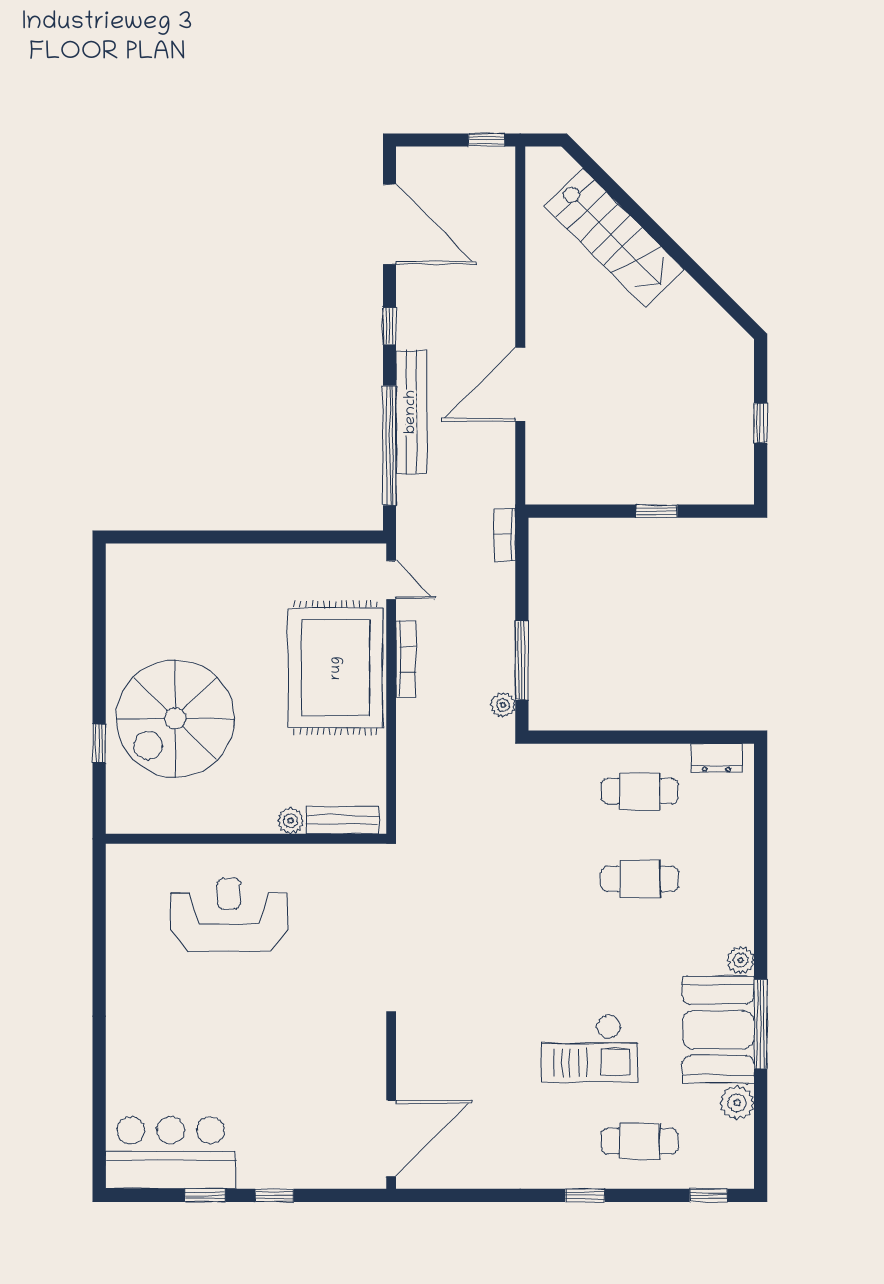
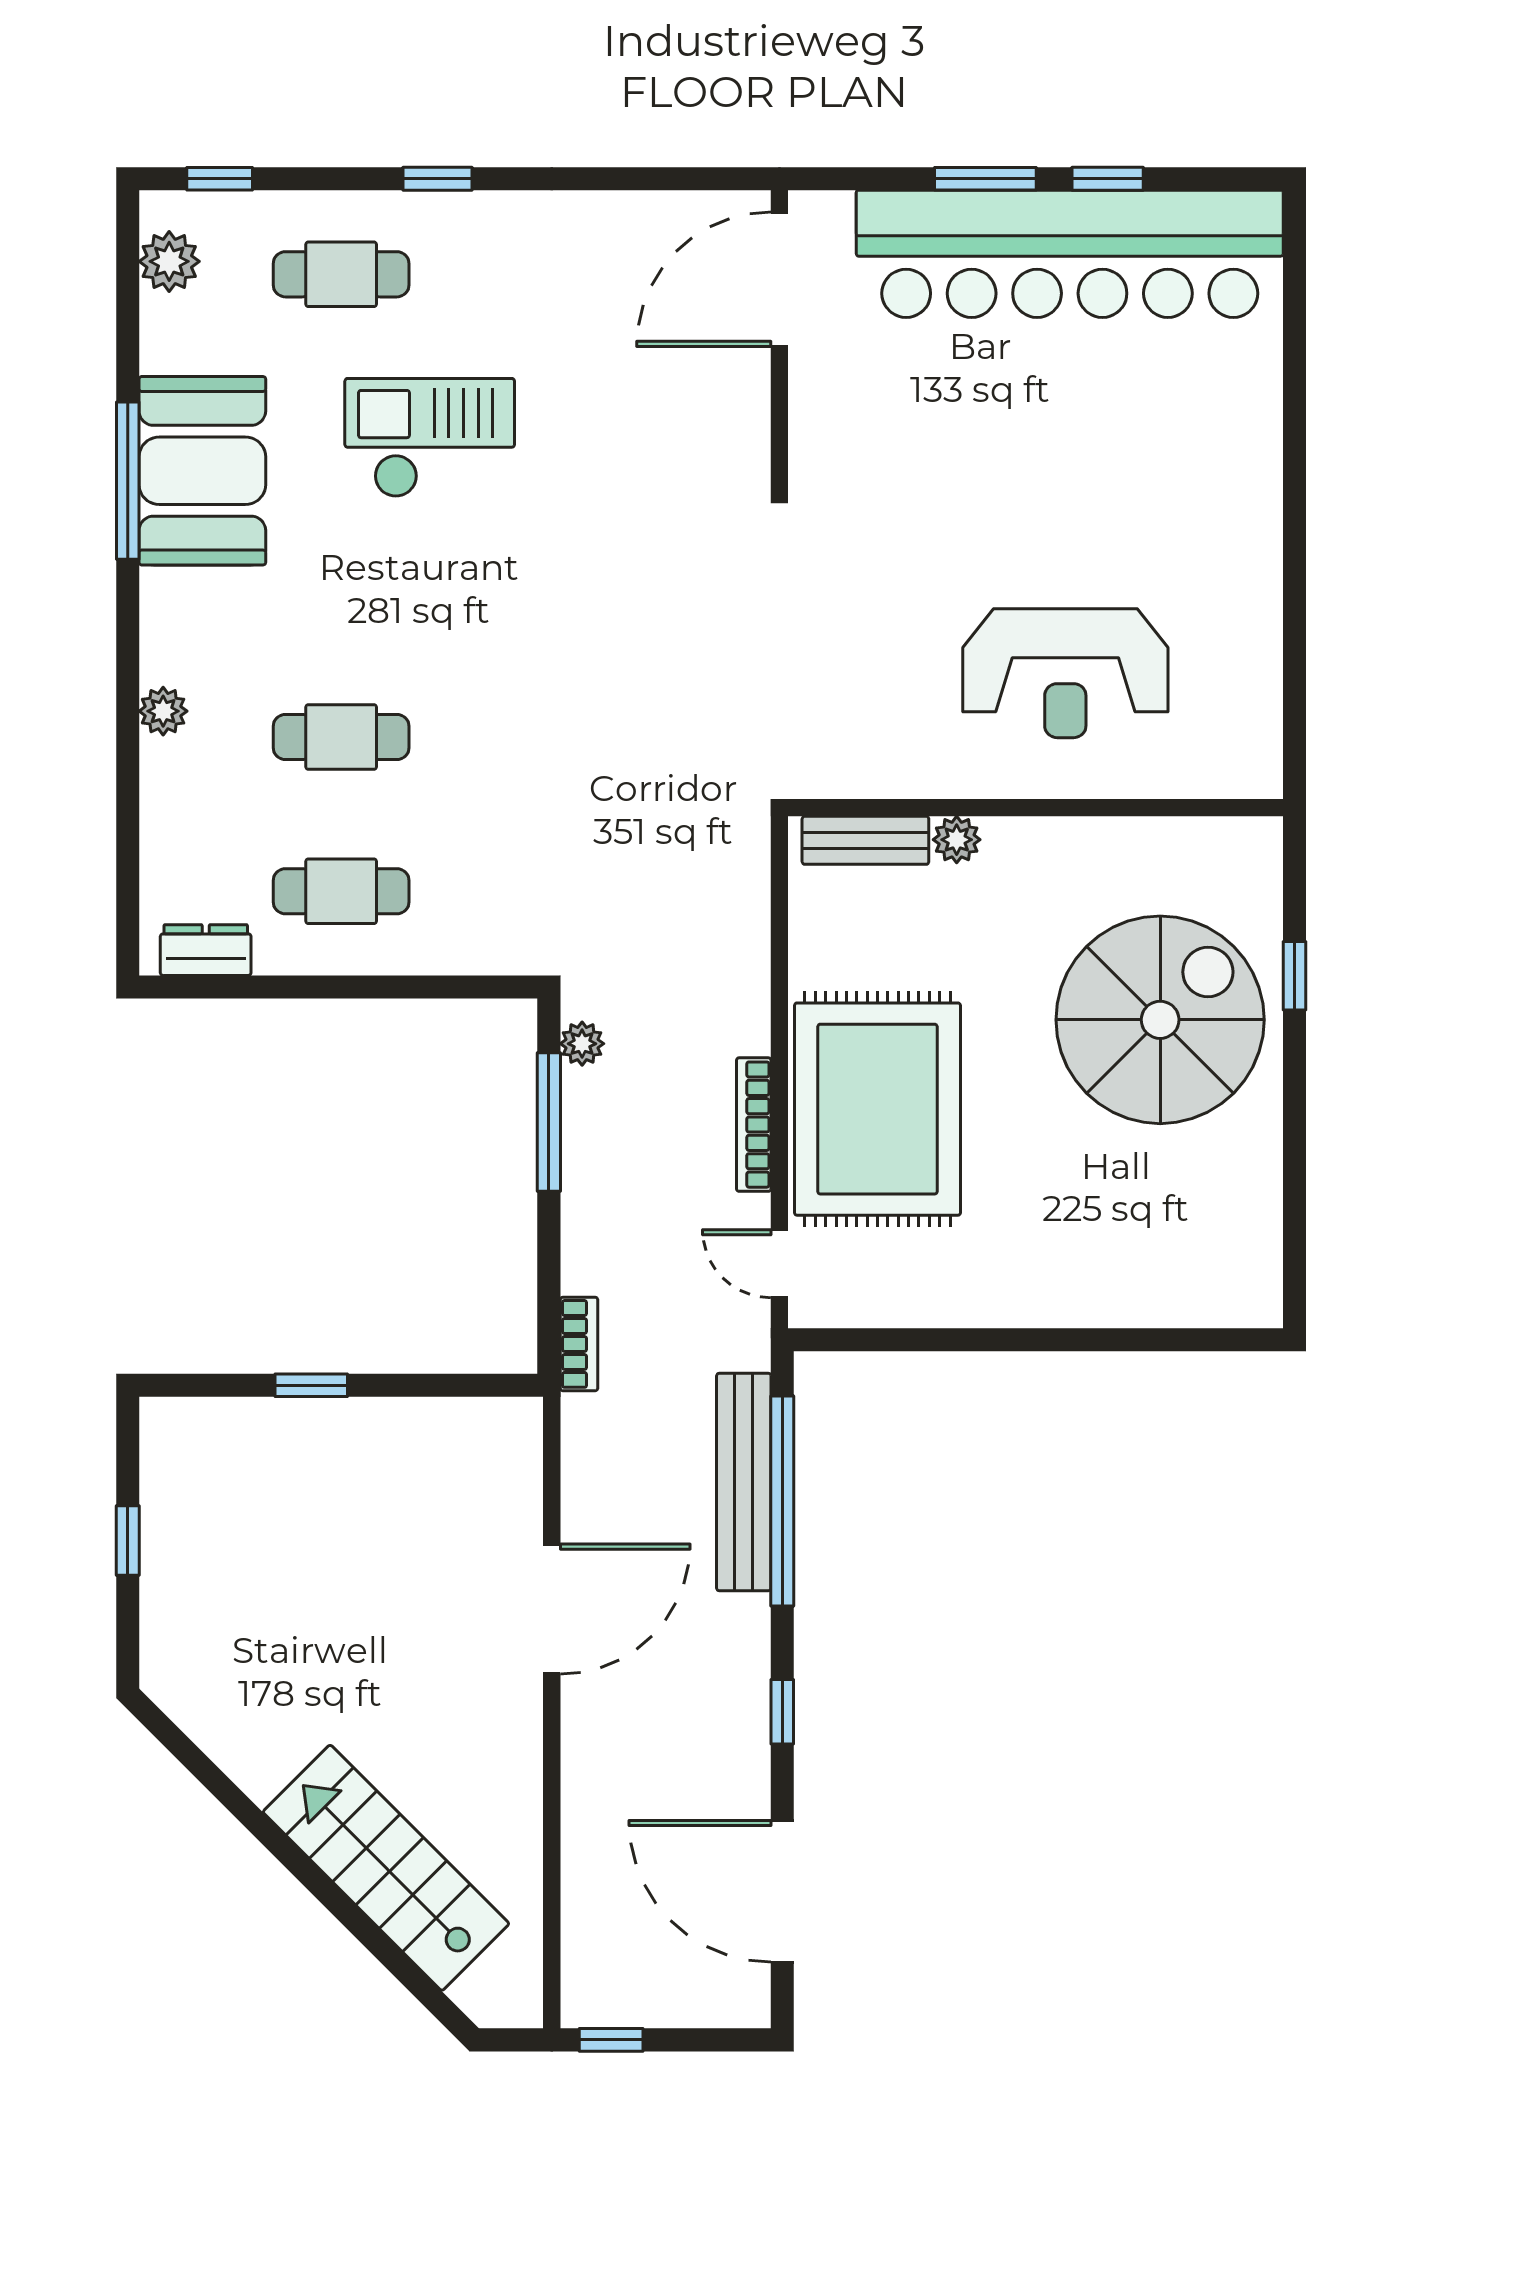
bench: (411, 412) -> (744, 1482), moved
plant: (741, 960) -> (163, 711), moved
plant: (737, 1103) -> (169, 261), moved
bar counter: (171, 1153) -> (1070, 254), width x1.86
window: (274, 1195) -> (985, 179), width x1.50

